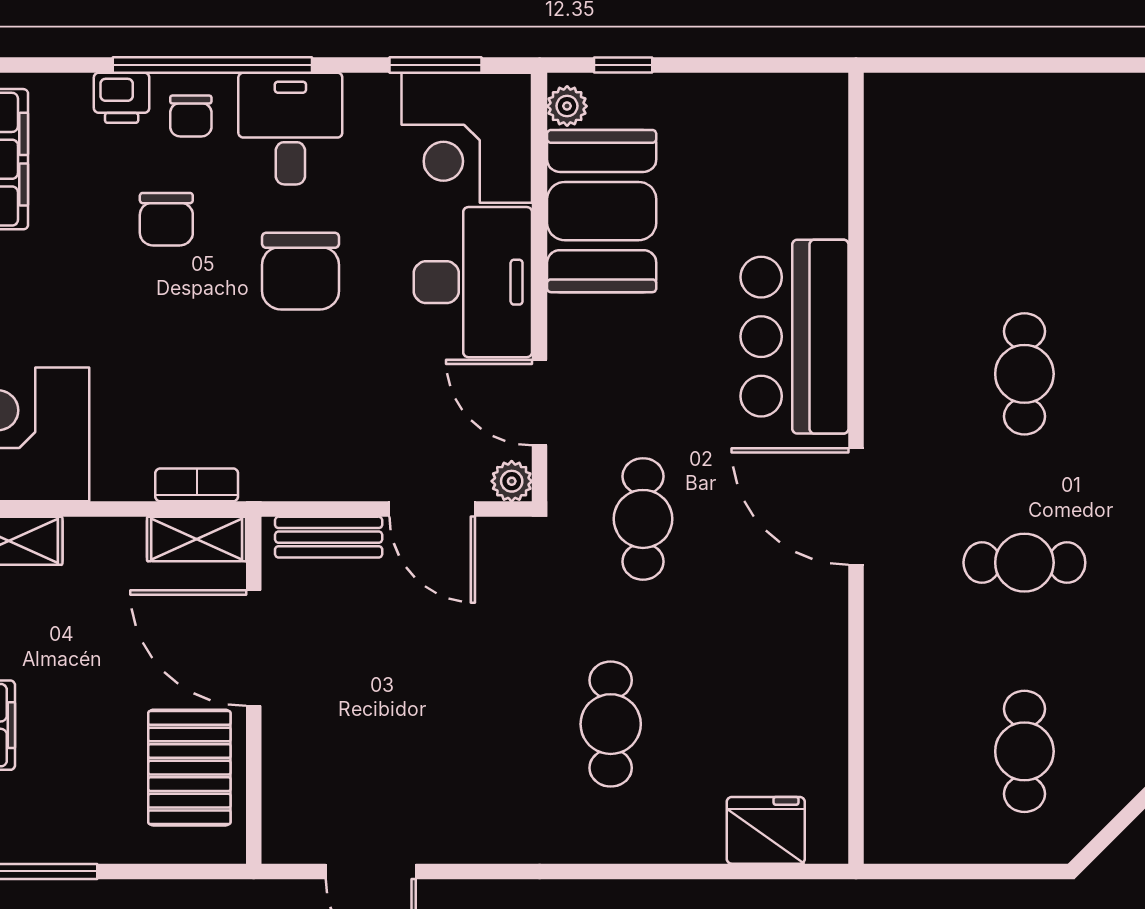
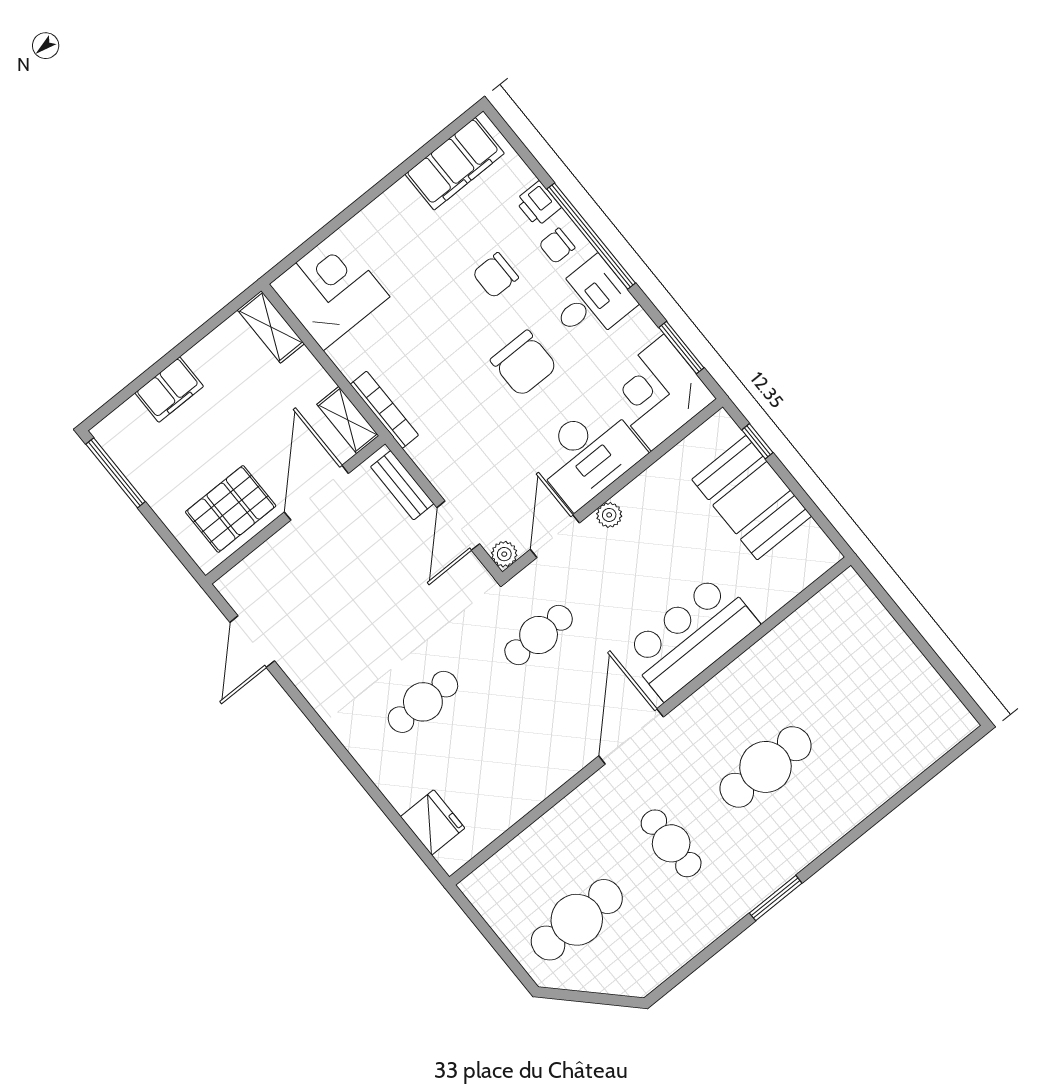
plant: (567, 106) -> (609, 515), moved
booth: (602, 211) -> (752, 498), moved, turned 90
chair: (300, 271) -> (524, 363), turned -90
cafe table: (1024, 374) -> (765, 767), width x1.37, depth x1.35
bookcase: (197, 485) -> (384, 410), width x1.56
cafe table: (1024, 751) -> (577, 920), width x1.37, depth x1.35

